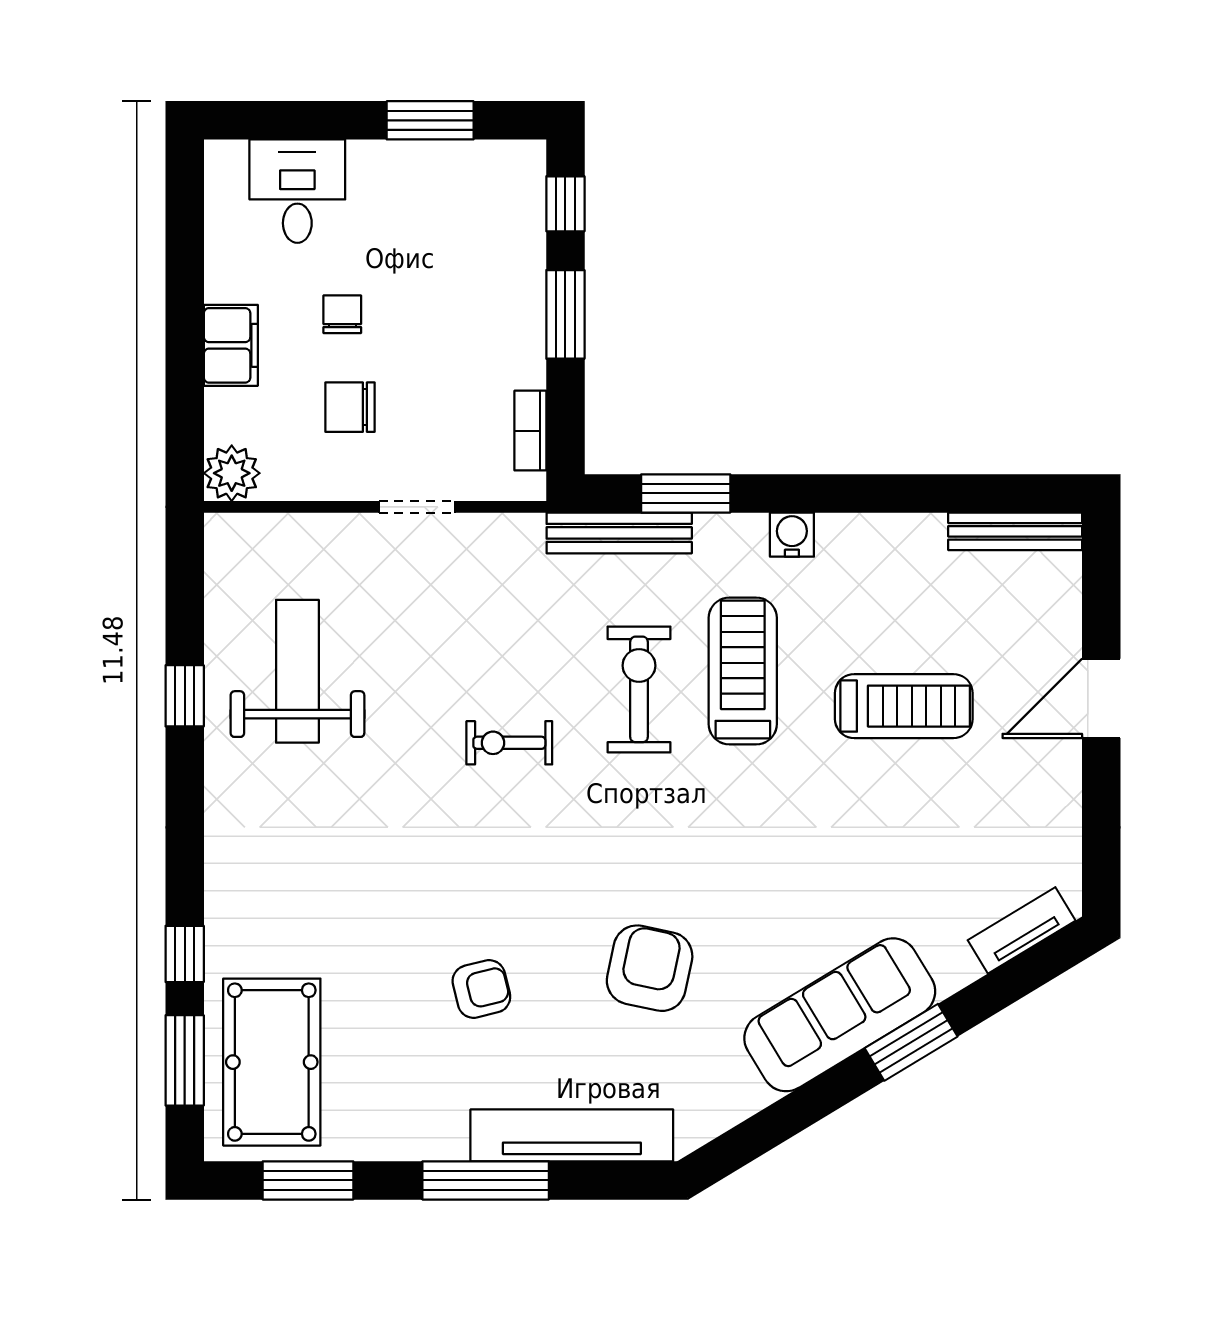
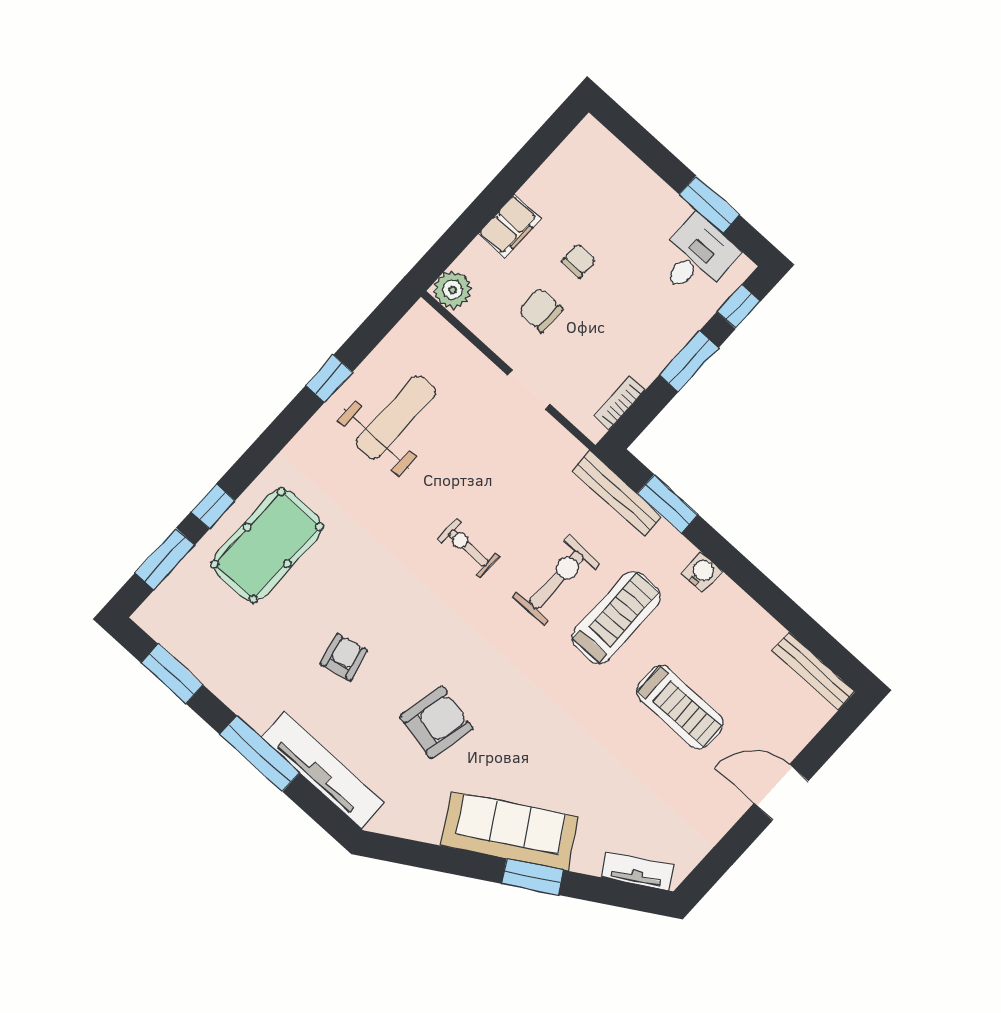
desk: (297, 191) -> (696, 257), moved
armchair: (481, 989) -> (344, 657), turned -89
pool table: (272, 1062) -> (267, 545), moved

